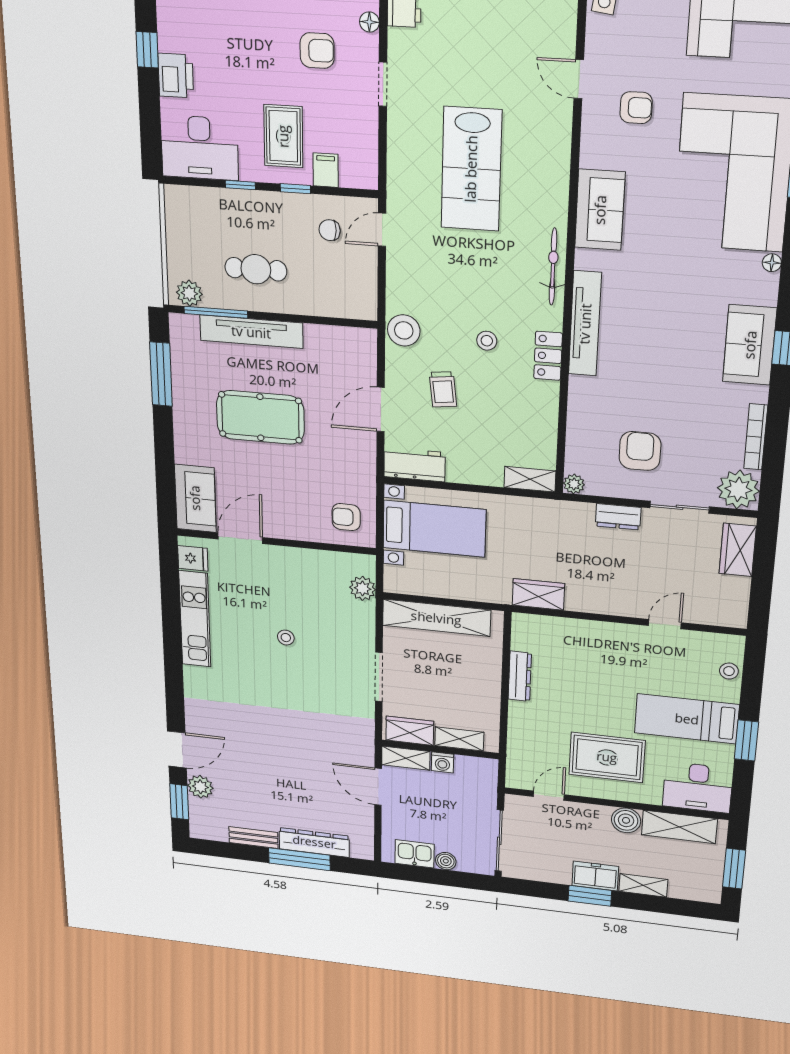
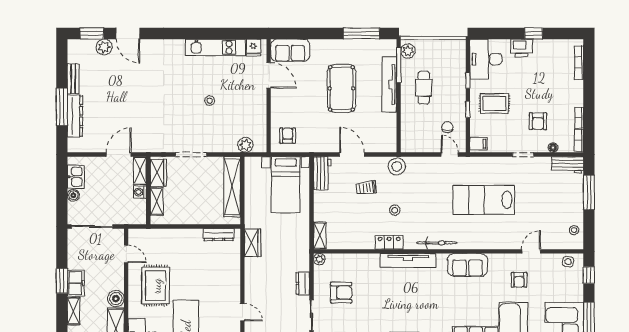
filing cabinet: (326, 170) -> (478, 144), moved
dresser: (520, 676) -> (219, 234), moved

